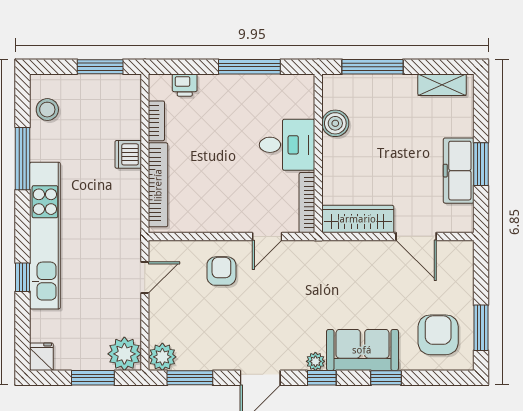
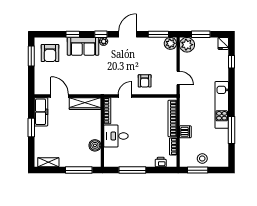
stool: (47, 110) -> (202, 159), moved
freezer: (459, 171) -> (41, 112), moved
kitchen unit: (45, 236) -> (222, 105), width x0.73
window: (23, 277) -> (231, 62), moved
door: (145, 278) -> (178, 78), swing flipped

